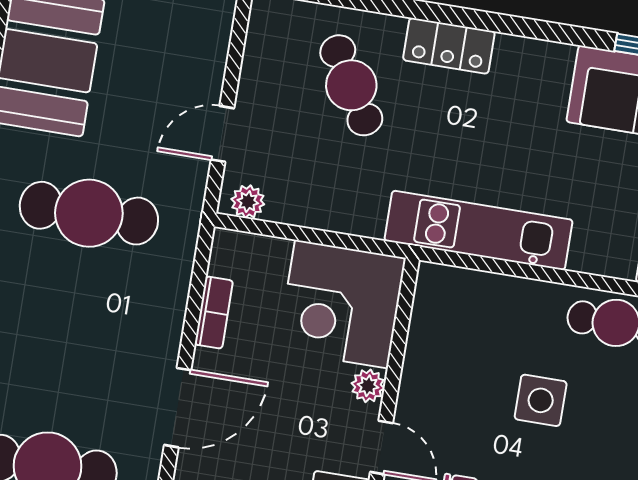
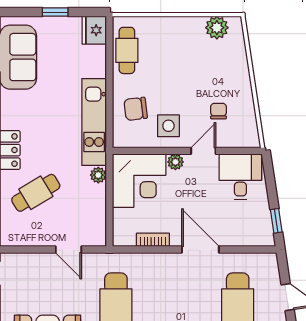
plant: (248, 202) -> (98, 175), moved
chair: (492, 321) -> (136, 109), added
side table: (541, 400) -> (168, 126), moved

